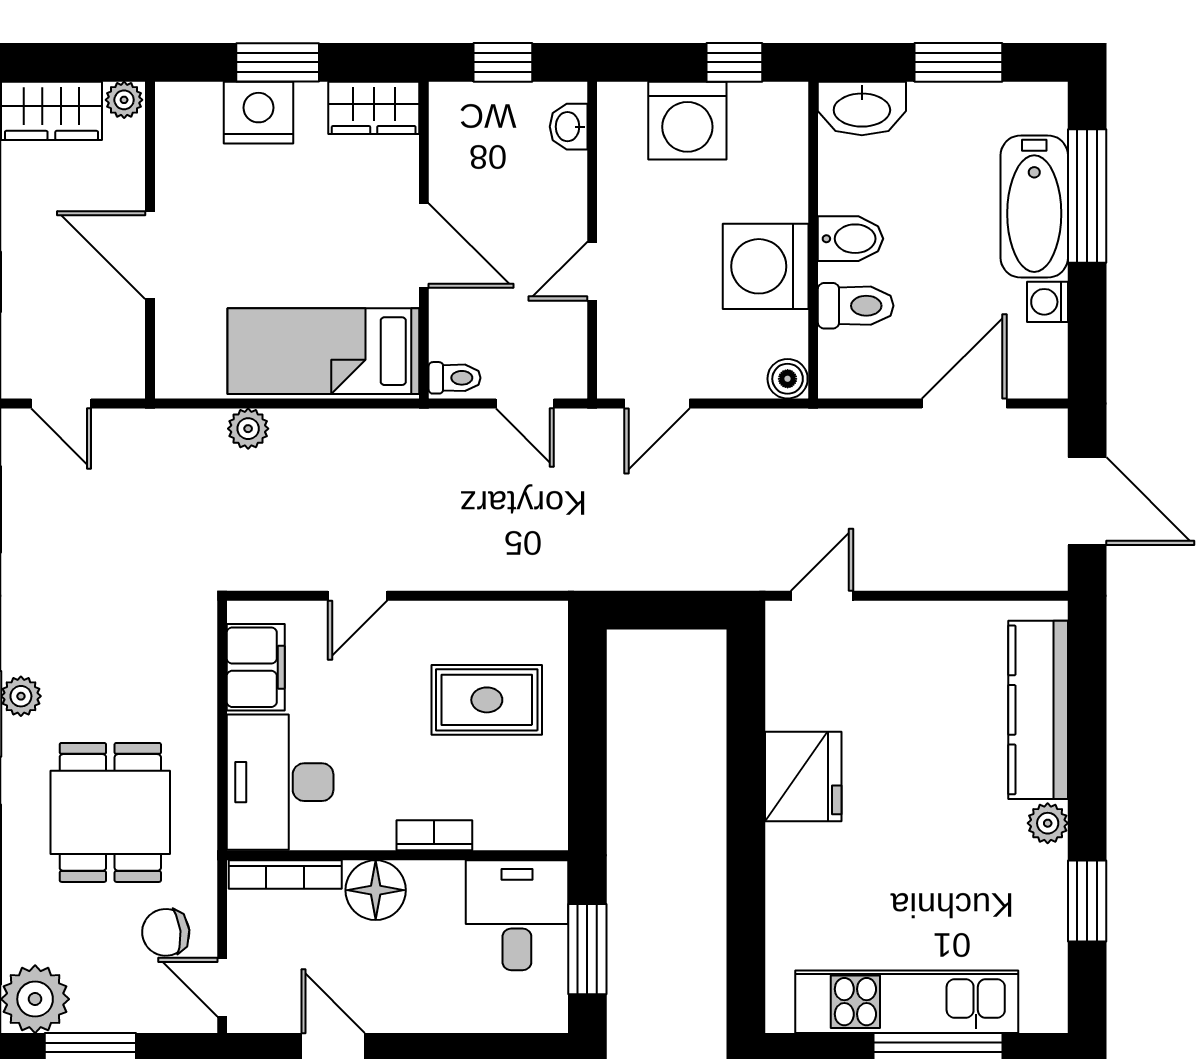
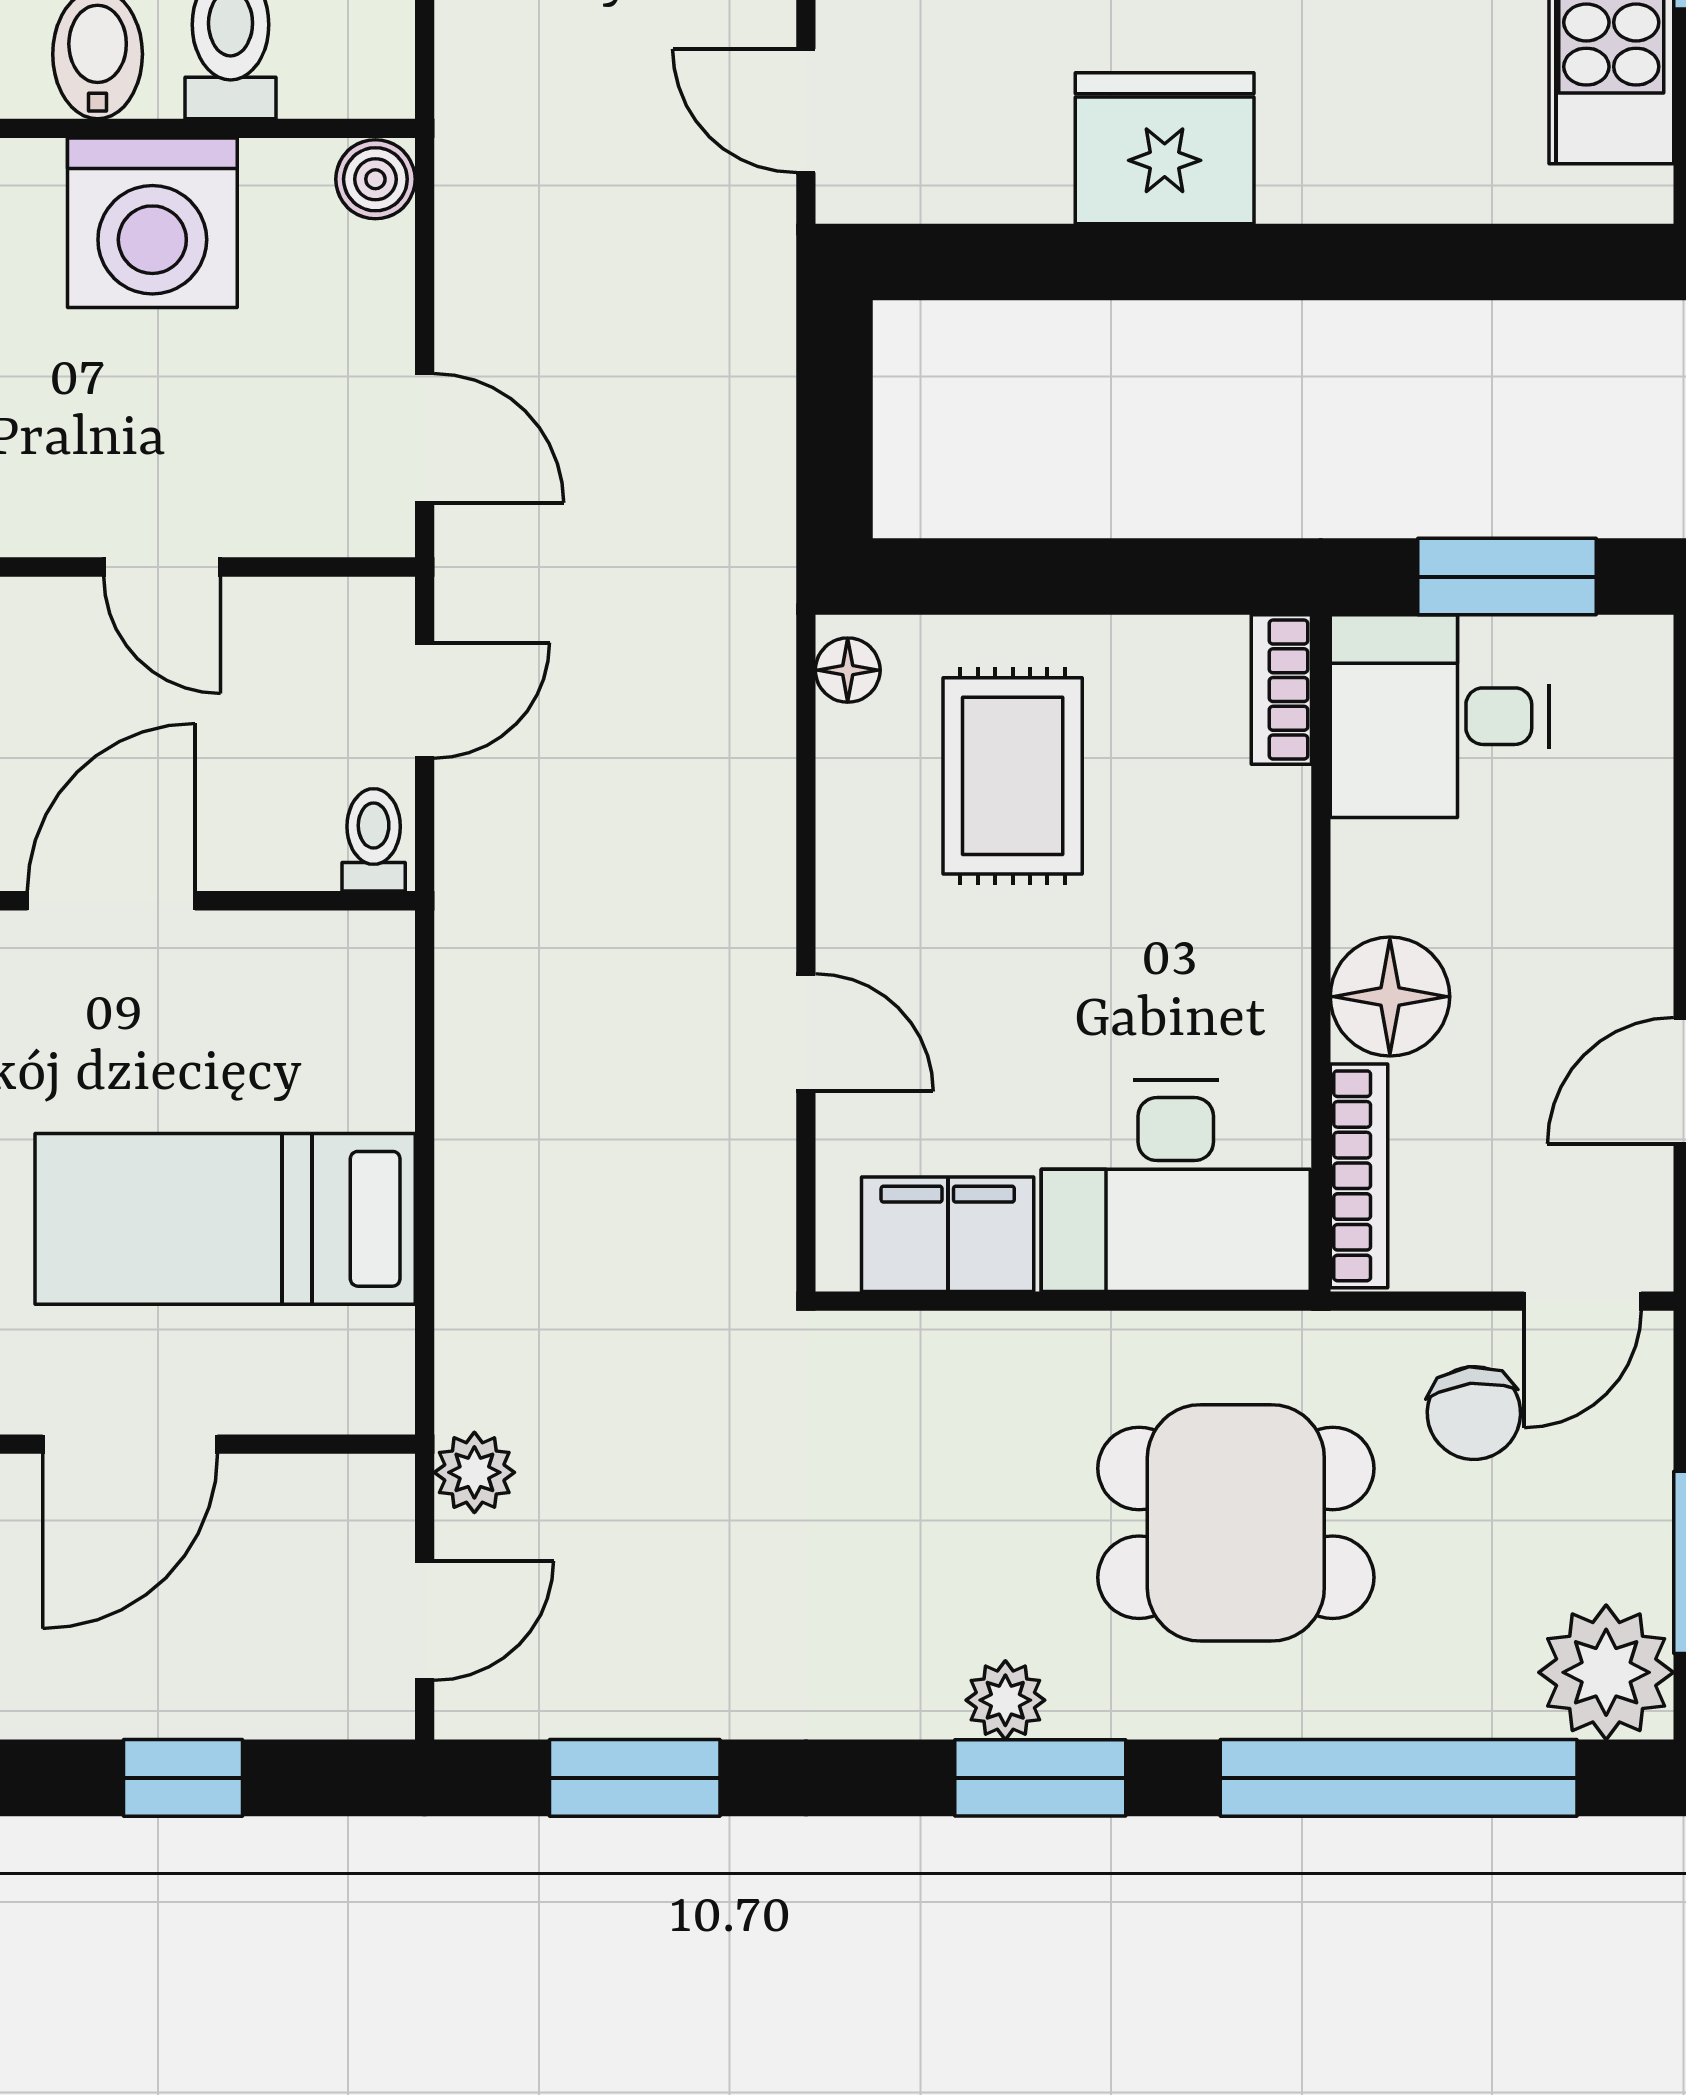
bed: (323, 351) -> (225, 1219), moved, turned 90
plant: (248, 429) -> (474, 1472), moved
floor lamp: (540, 617) -> (848, 670), added
bookcase: (434, 835) -> (1281, 690), moved

